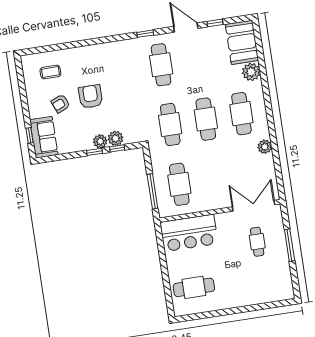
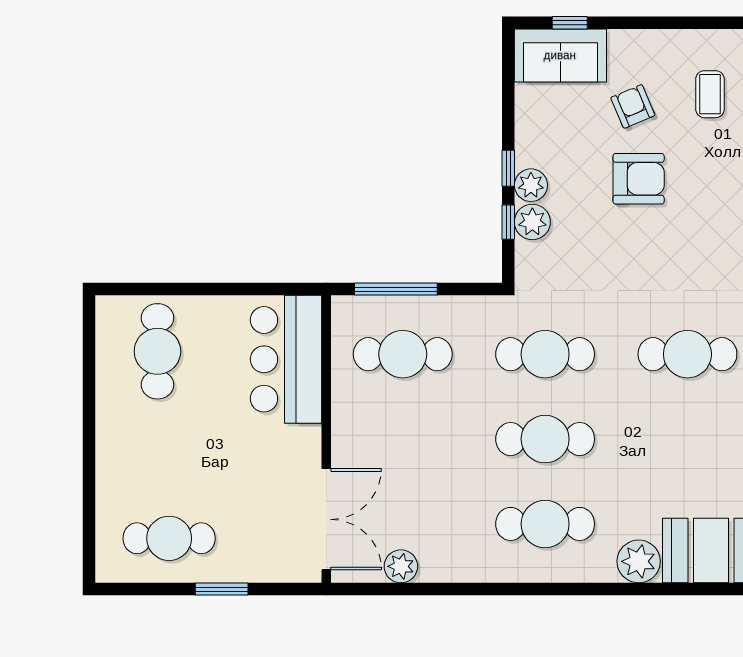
plant: (265, 147) -> (401, 566), moved
cafe table: (257, 242) -> (169, 538), moved, width x1.37, depth x1.35
window: (290, 245) -> (222, 589), width x0.69

